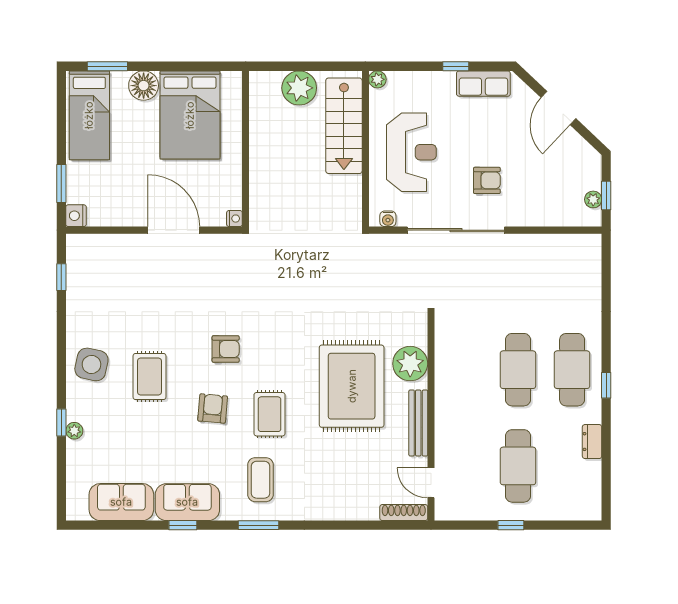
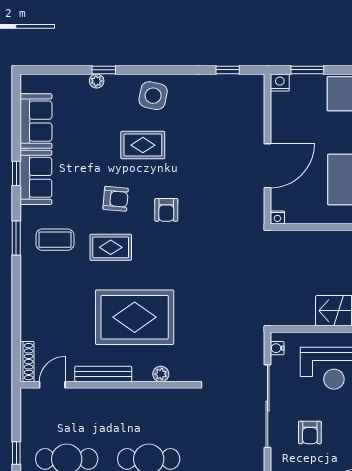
plant: (410, 364) -> (161, 374), width x0.53, depth x0.53

